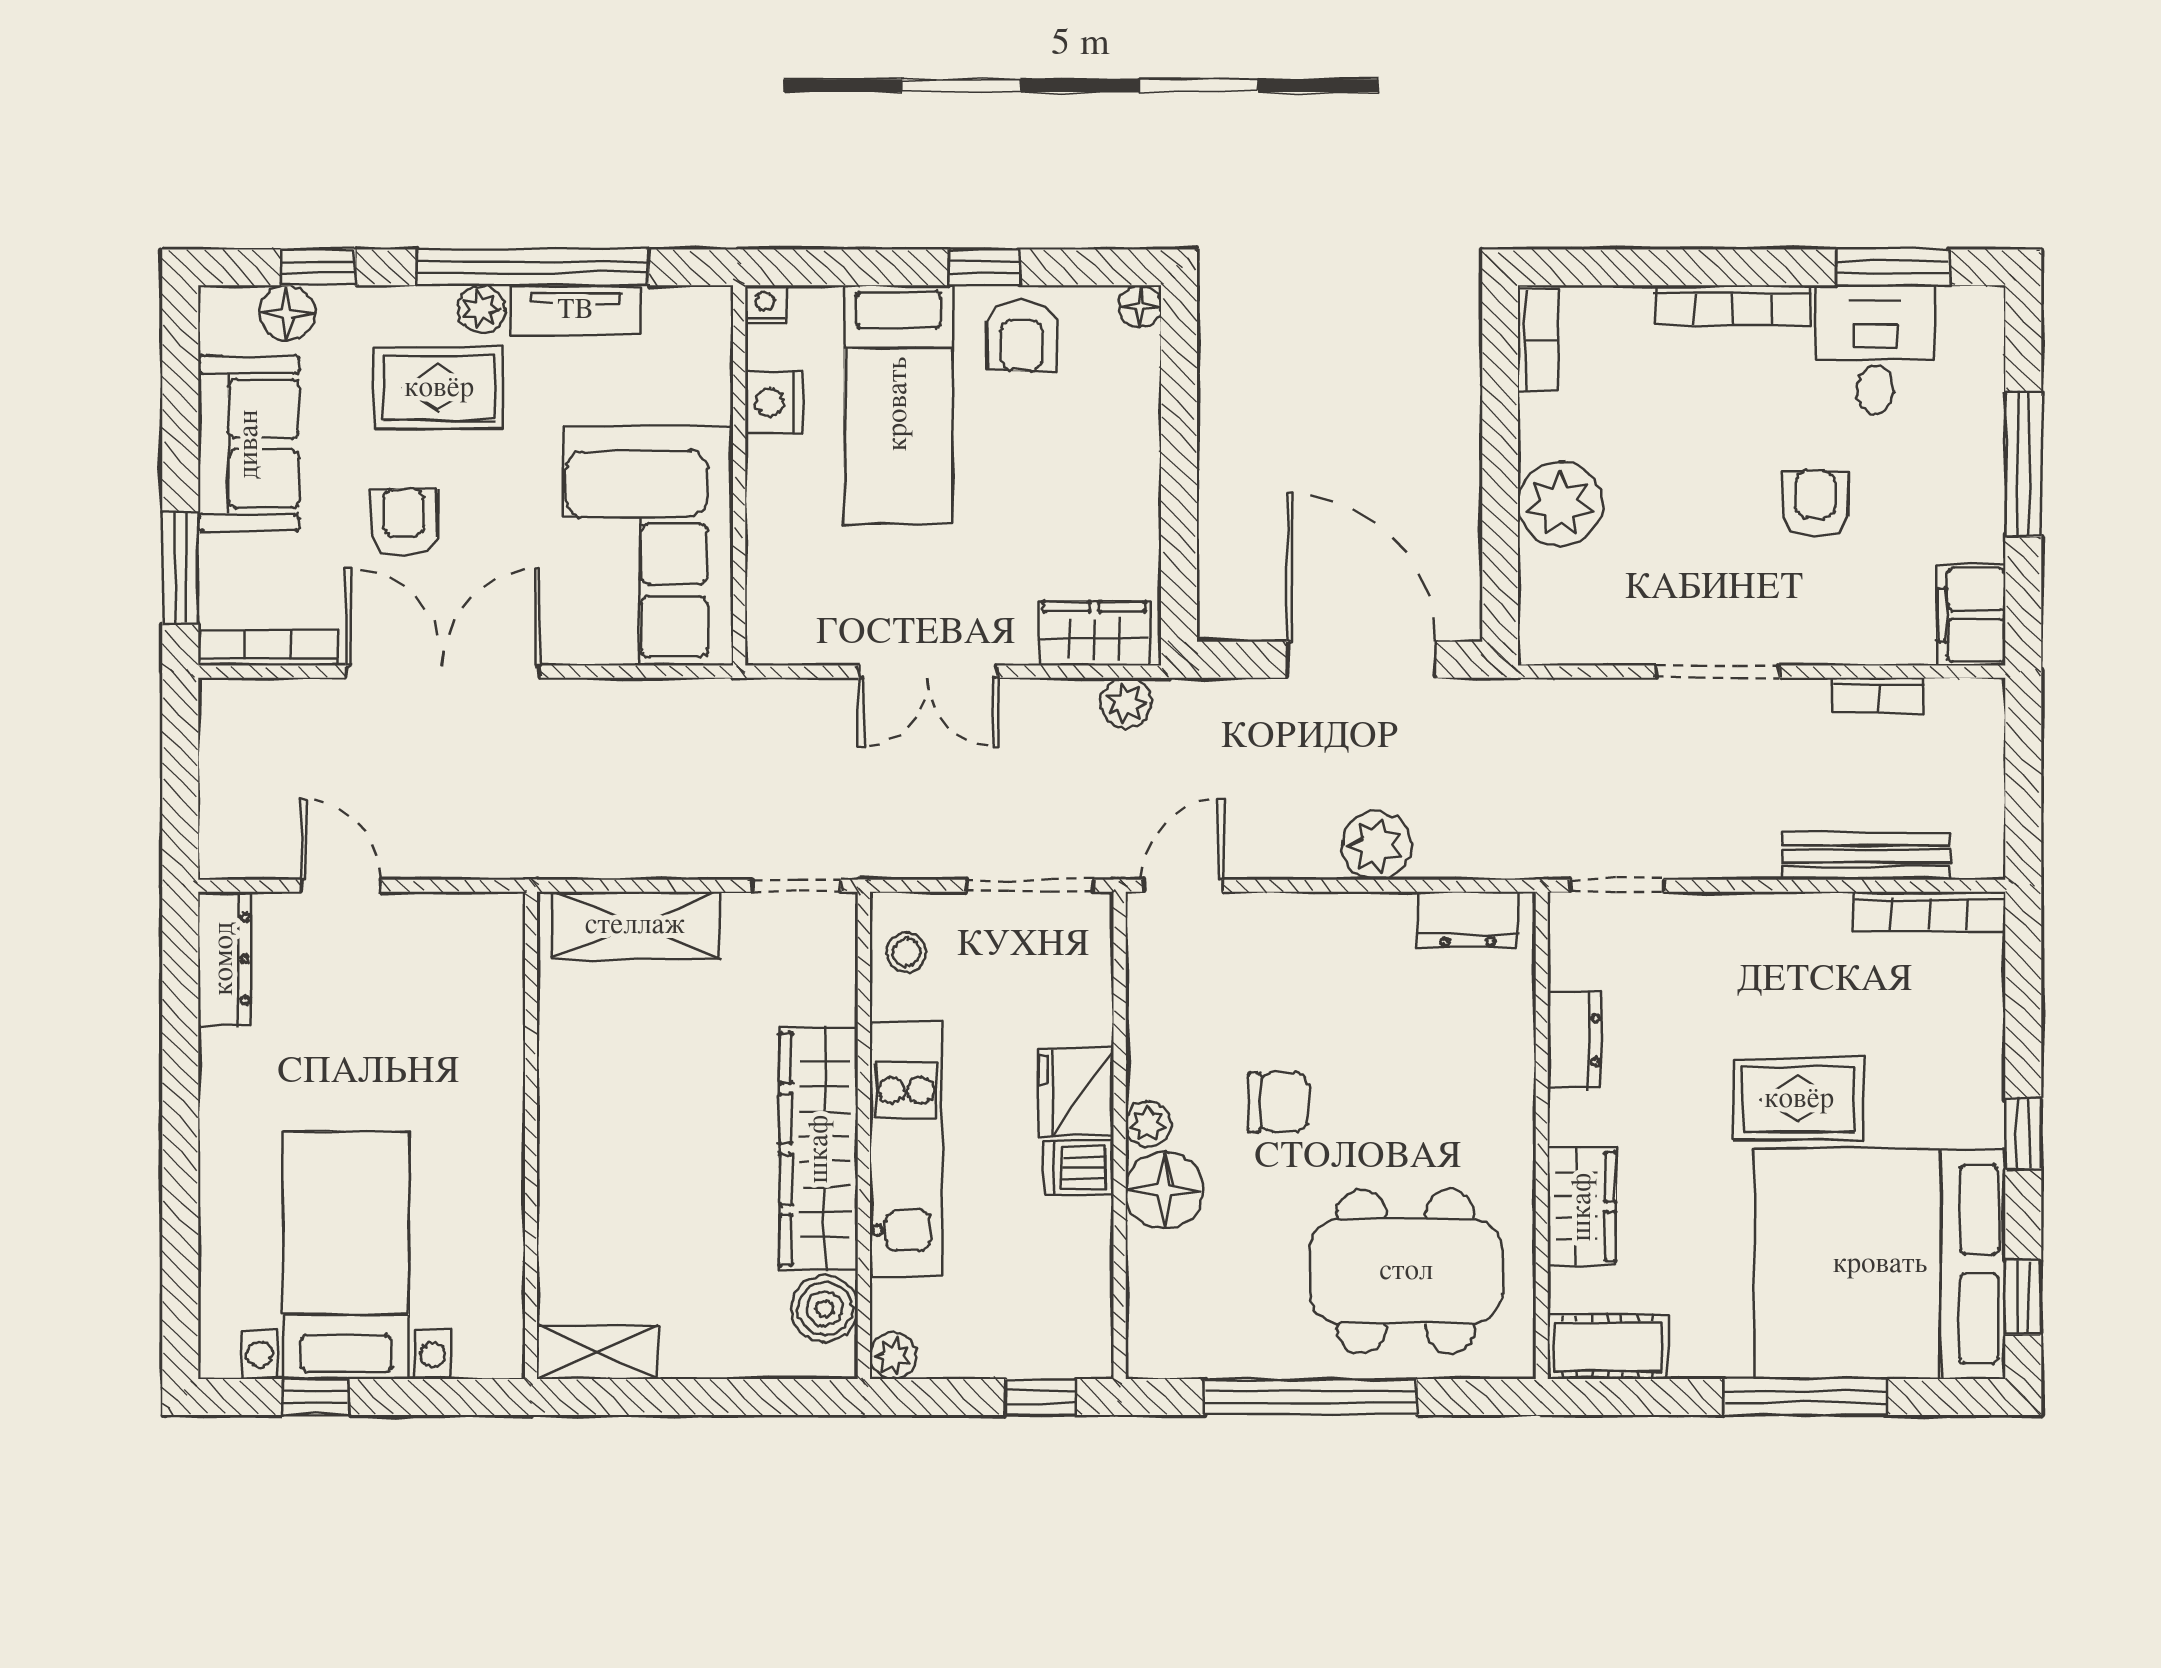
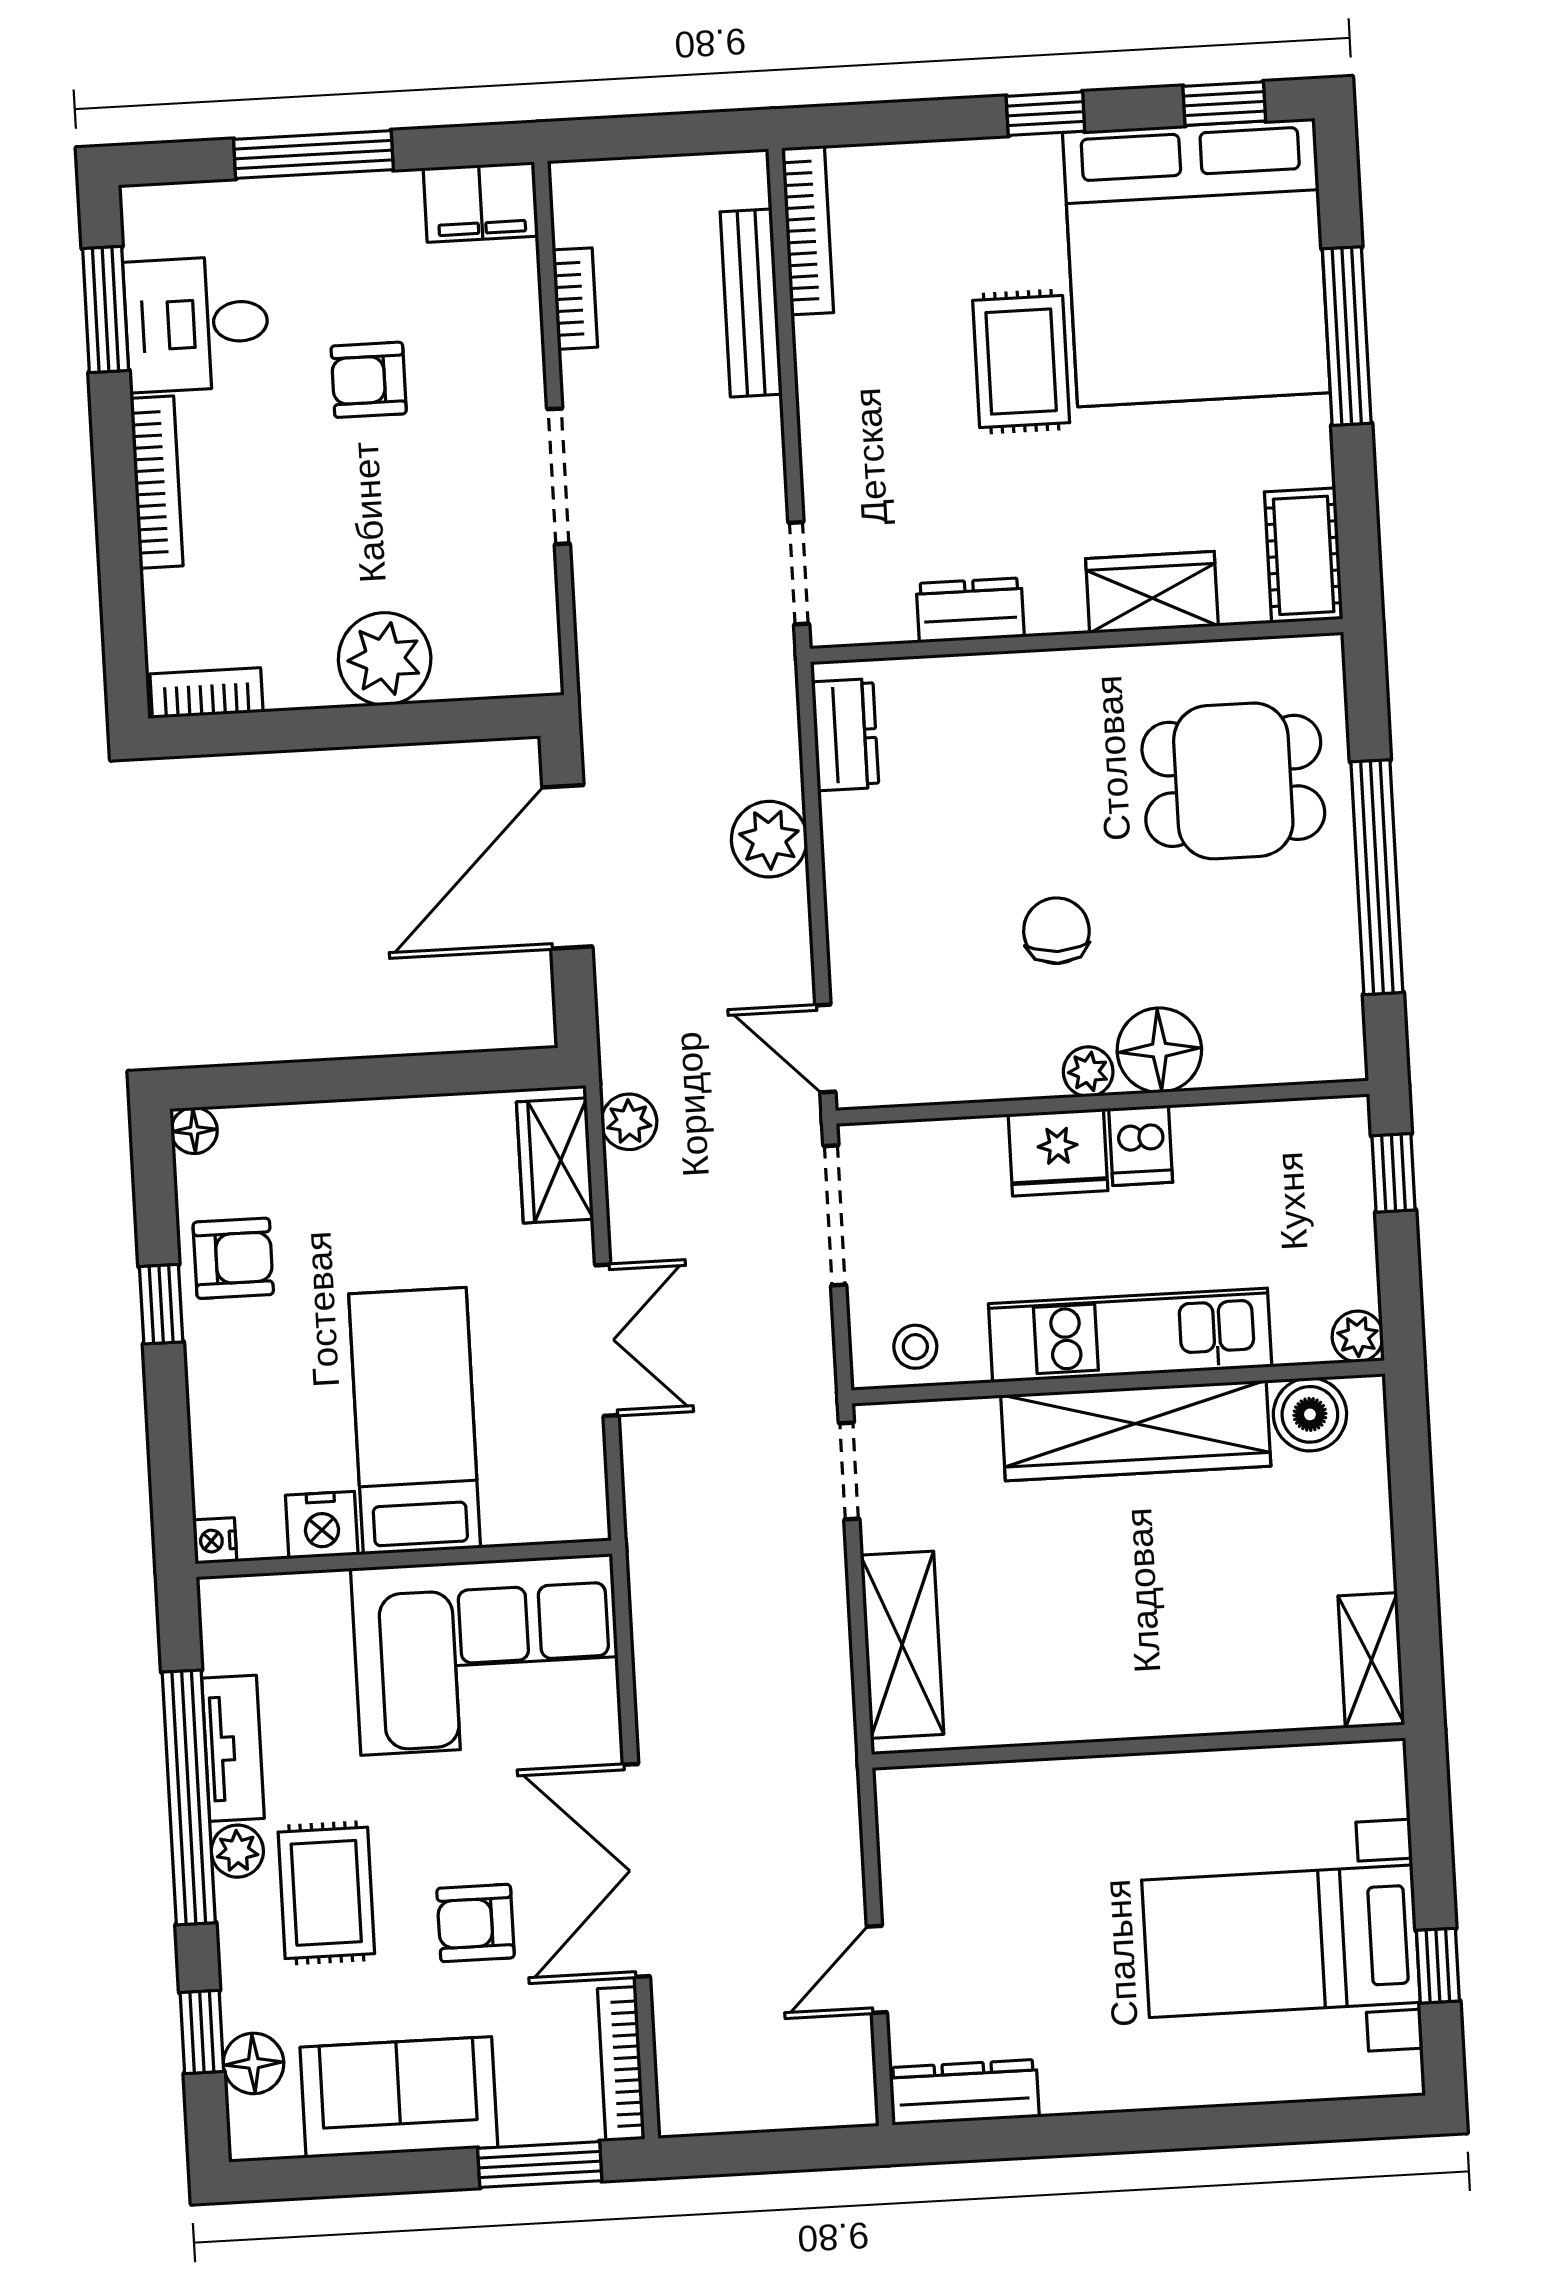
bed: (898, 404) -> (415, 1421), moved, turned -90
dining table: (1406, 1271) -> (1233, 781), width x0.73

